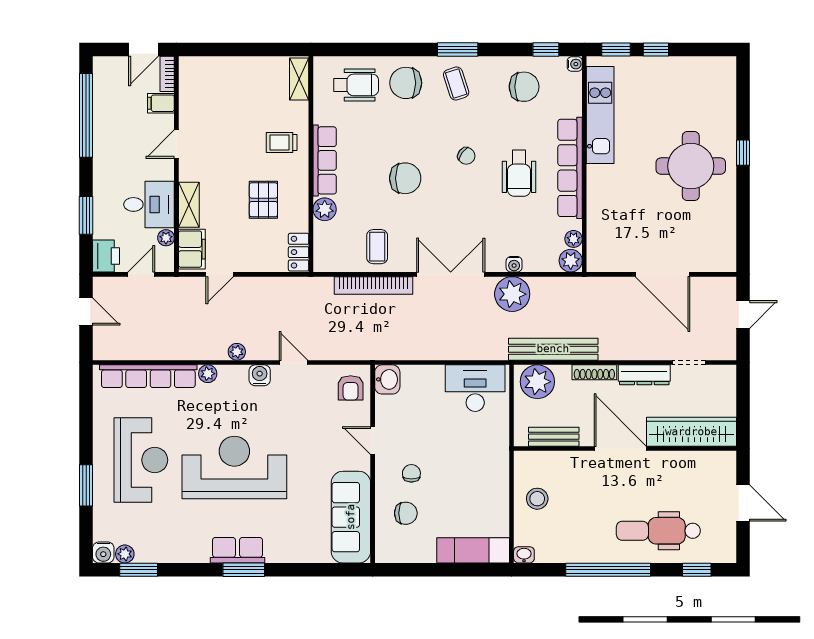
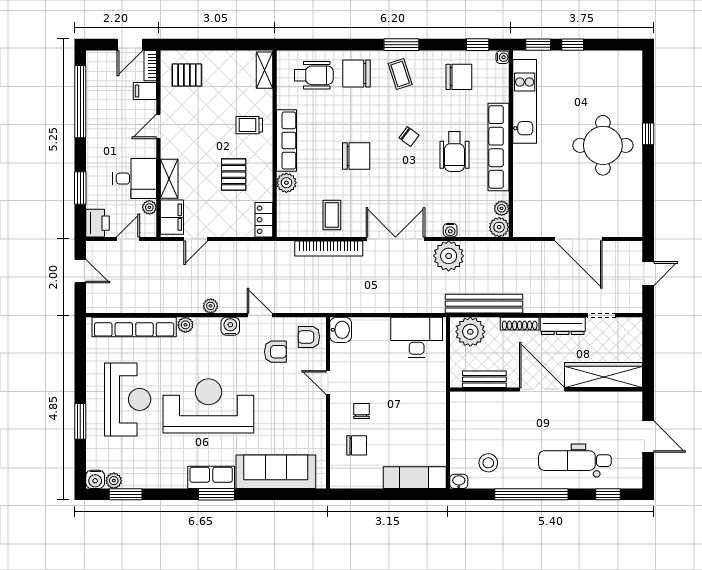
pallet: (209, 85) -> (187, 75), added
armchair: (351, 388) -> (309, 337), turned 90
armchair: (312, 405) -> (275, 352), added
stool: (537, 499) -> (488, 463), moved
sofa: (351, 517) -> (276, 472), moved, turned 90

